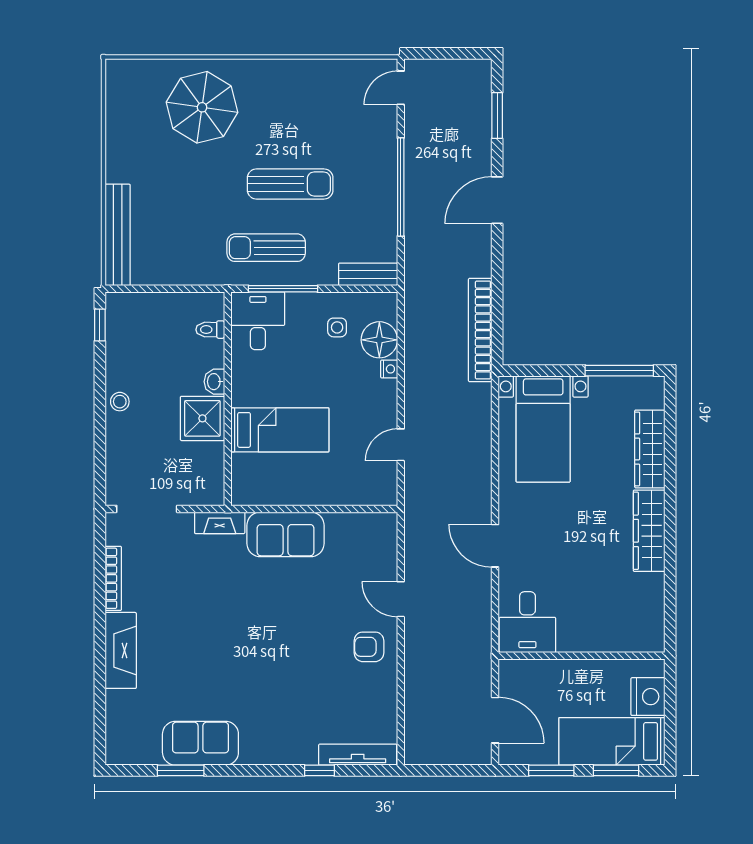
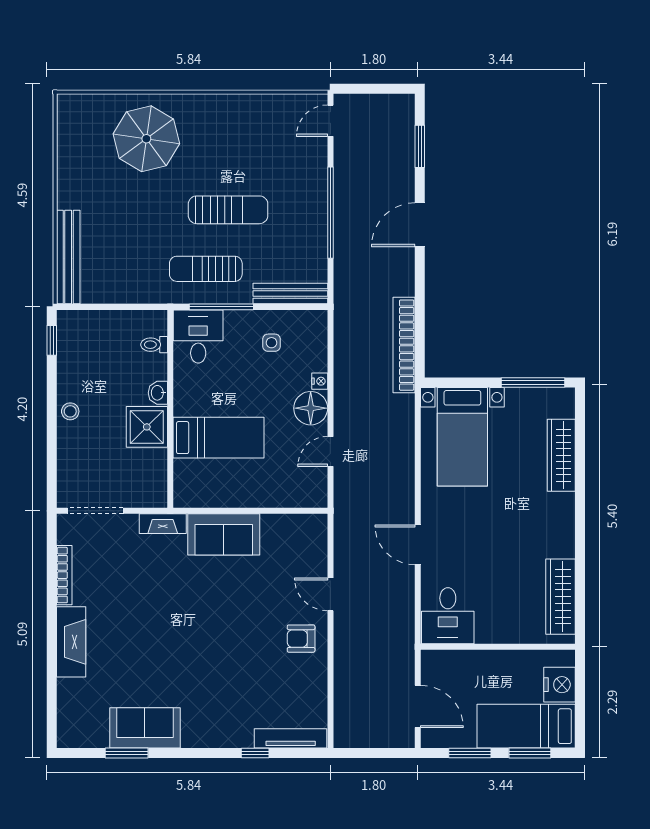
bench: (368, 274) -> (290, 294), width x1.36
floor lamp: (379, 340) -> (311, 408), moved
wardrobe: (649, 531) -> (561, 597), moved

